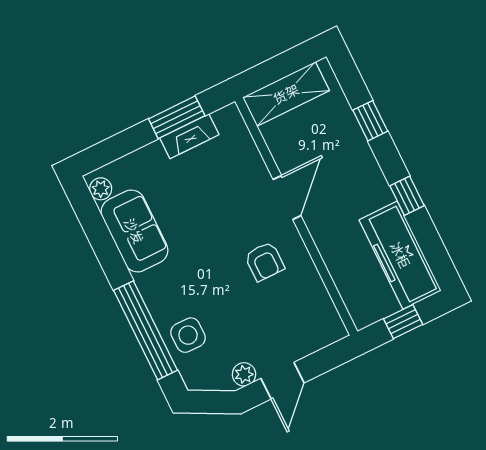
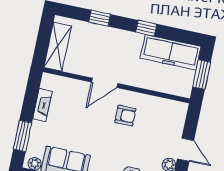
window: (177, 117) -> (23, 136), moved
door: (287, 198) -> (105, 83), swing flipped
window: (403, 322) -> (202, 75), width x1.50

